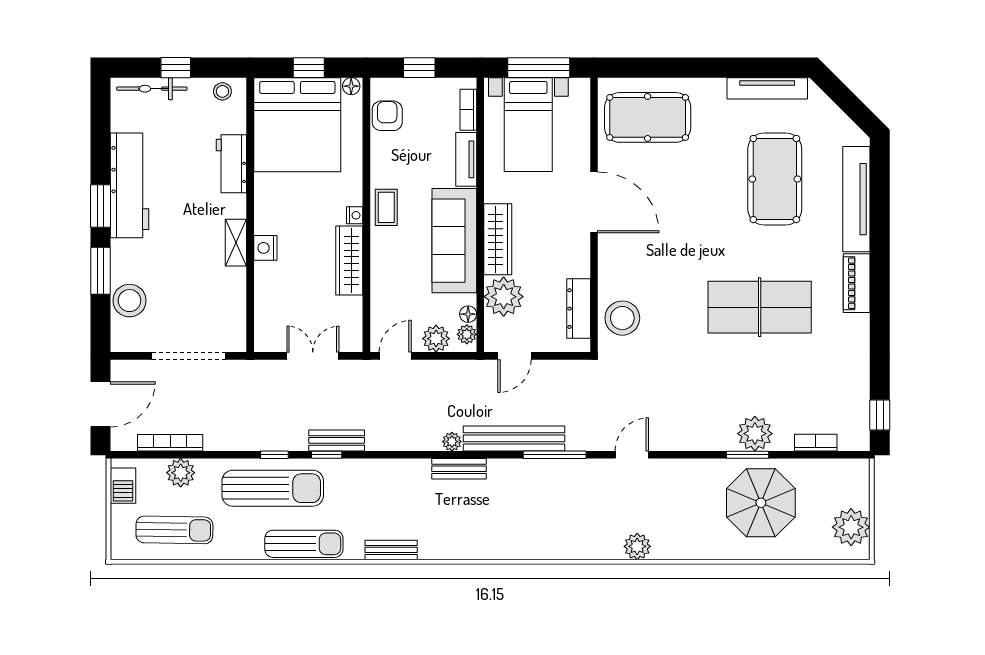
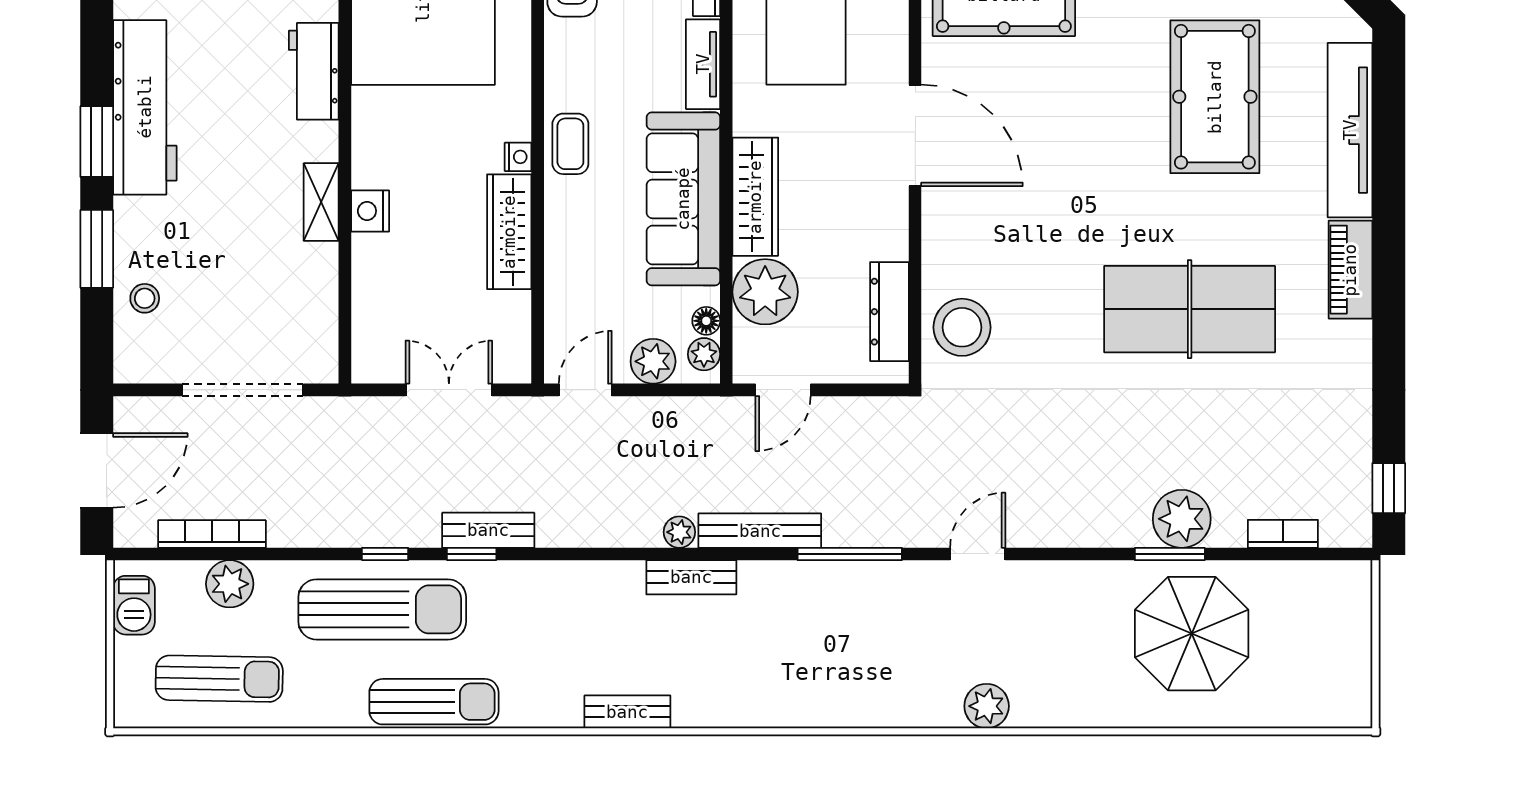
stool: (129, 301) -> (145, 298), width x0.53, depth x0.53
bench: (514, 438) -> (760, 531), width x0.73, depth x0.82
plant: (851, 527) -> (1341, 674), removed
bench: (391, 550) -> (627, 712), moved

